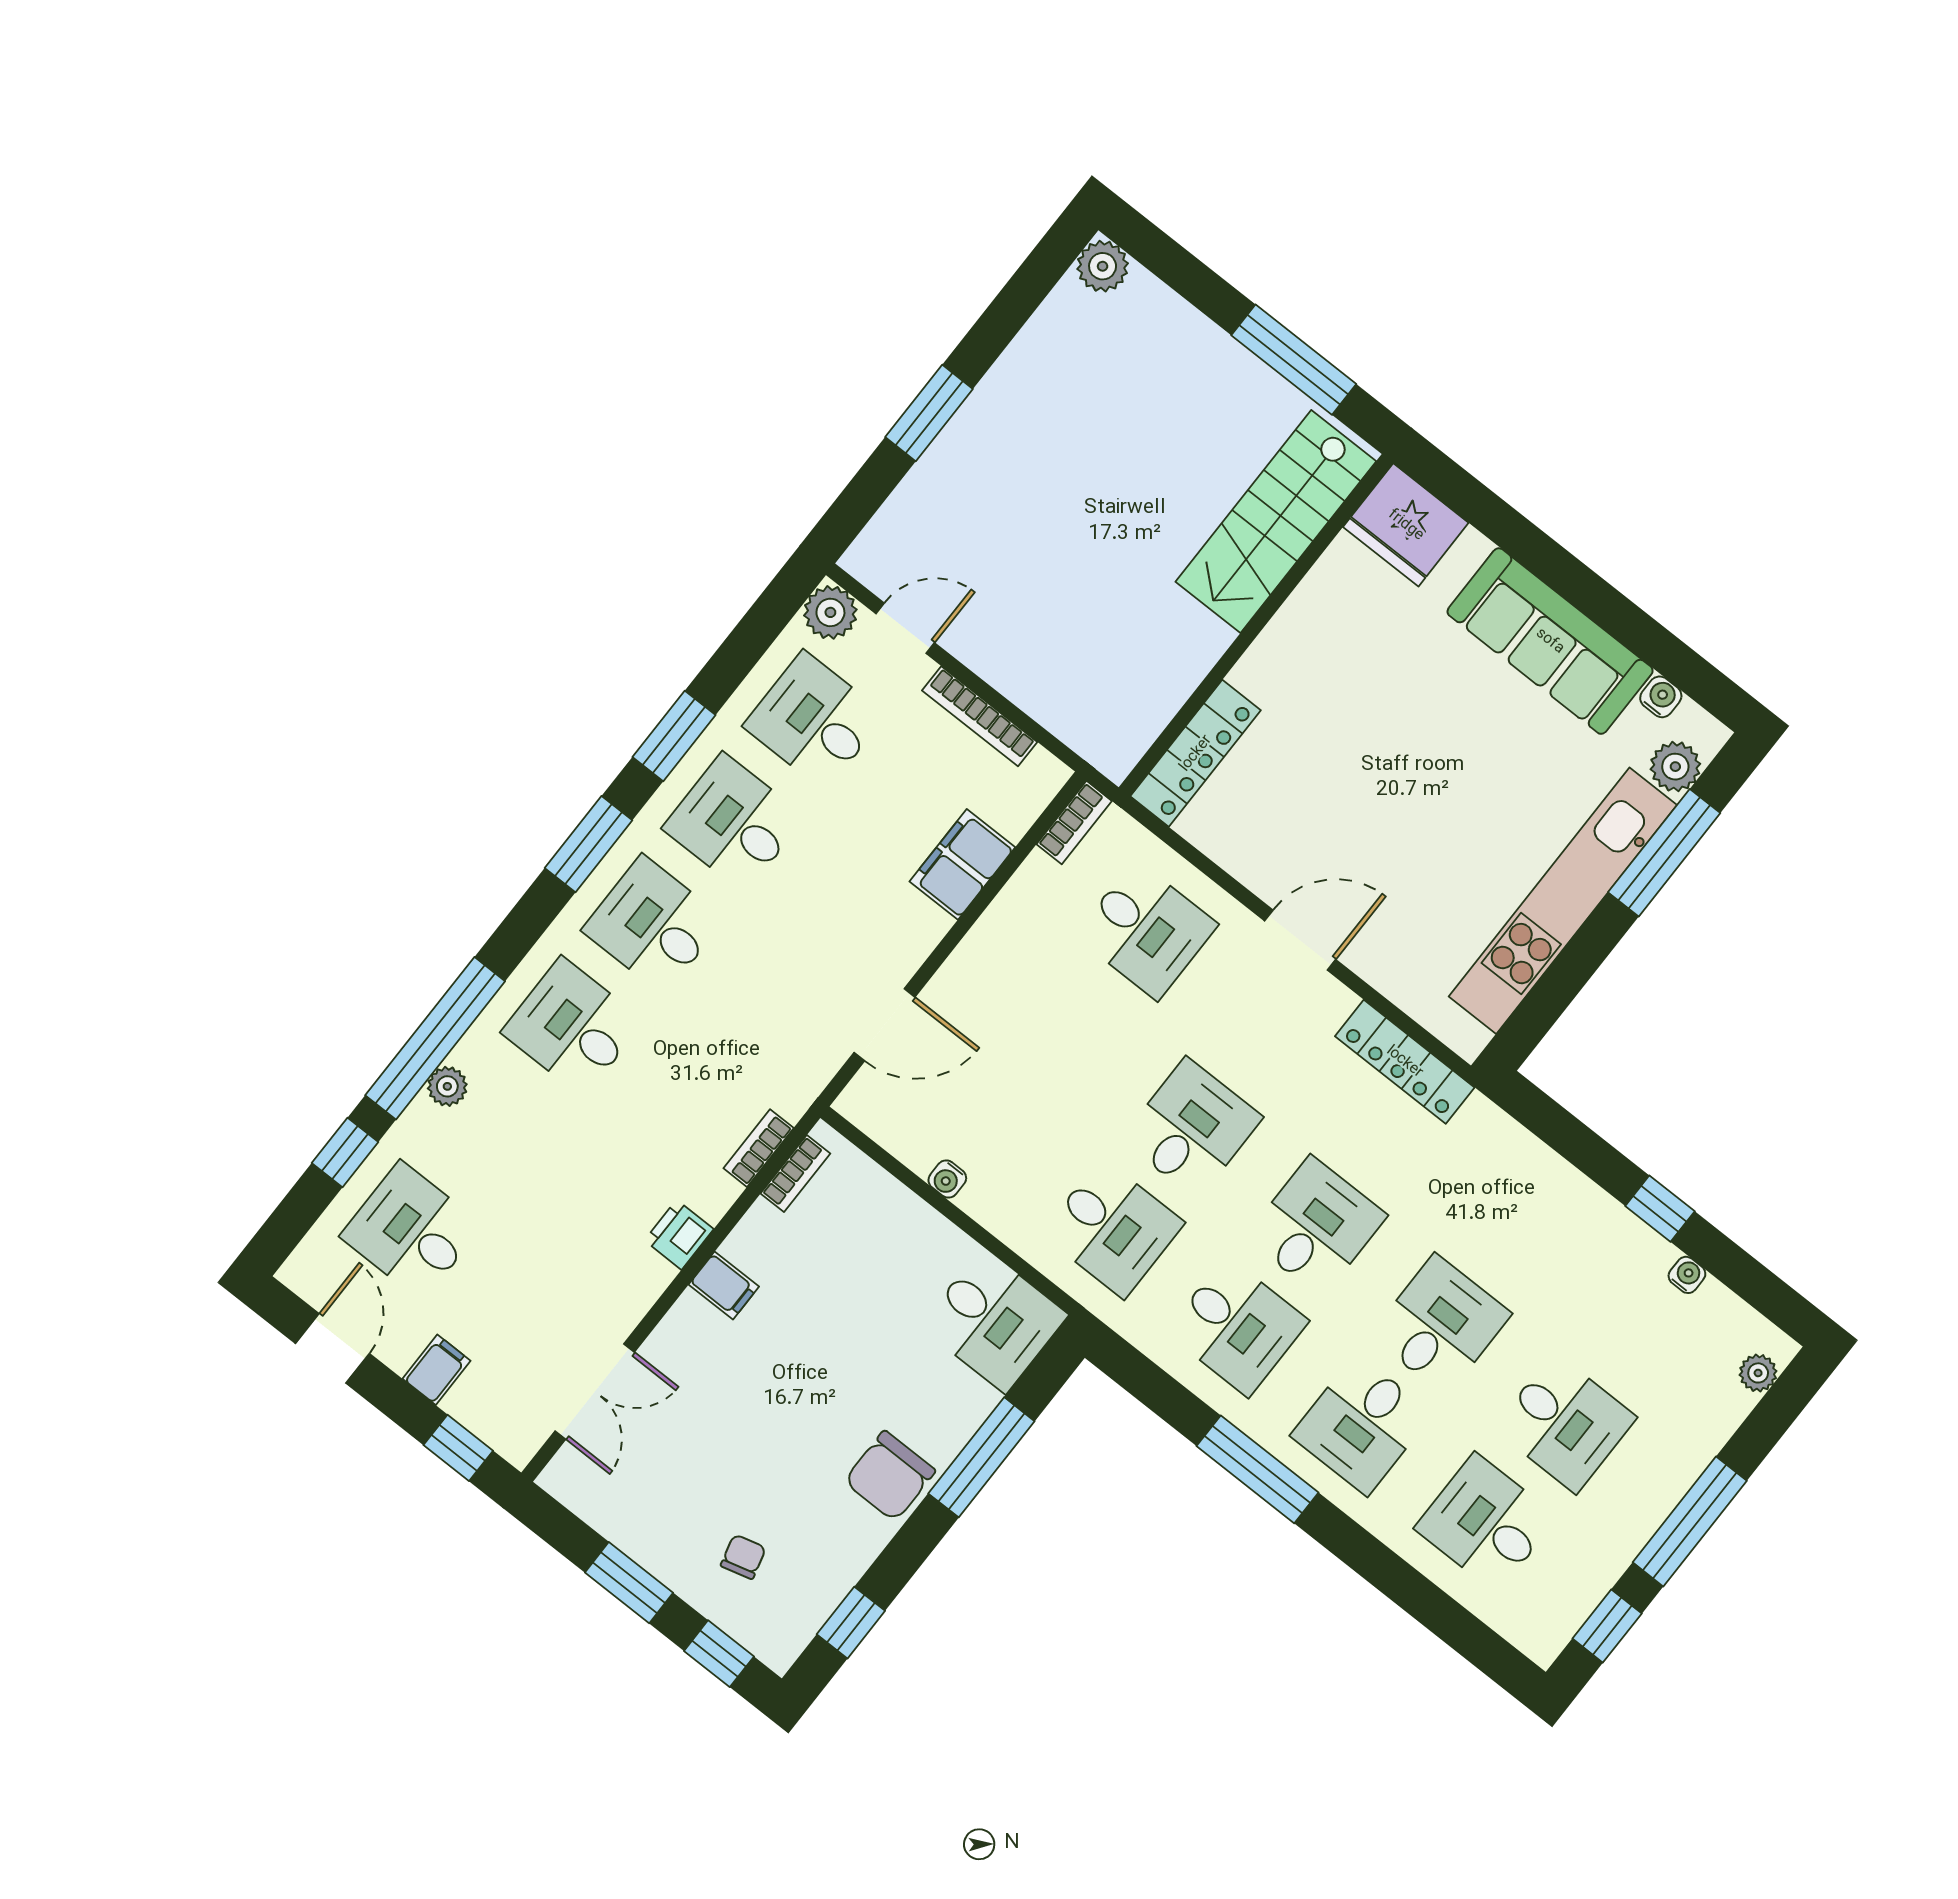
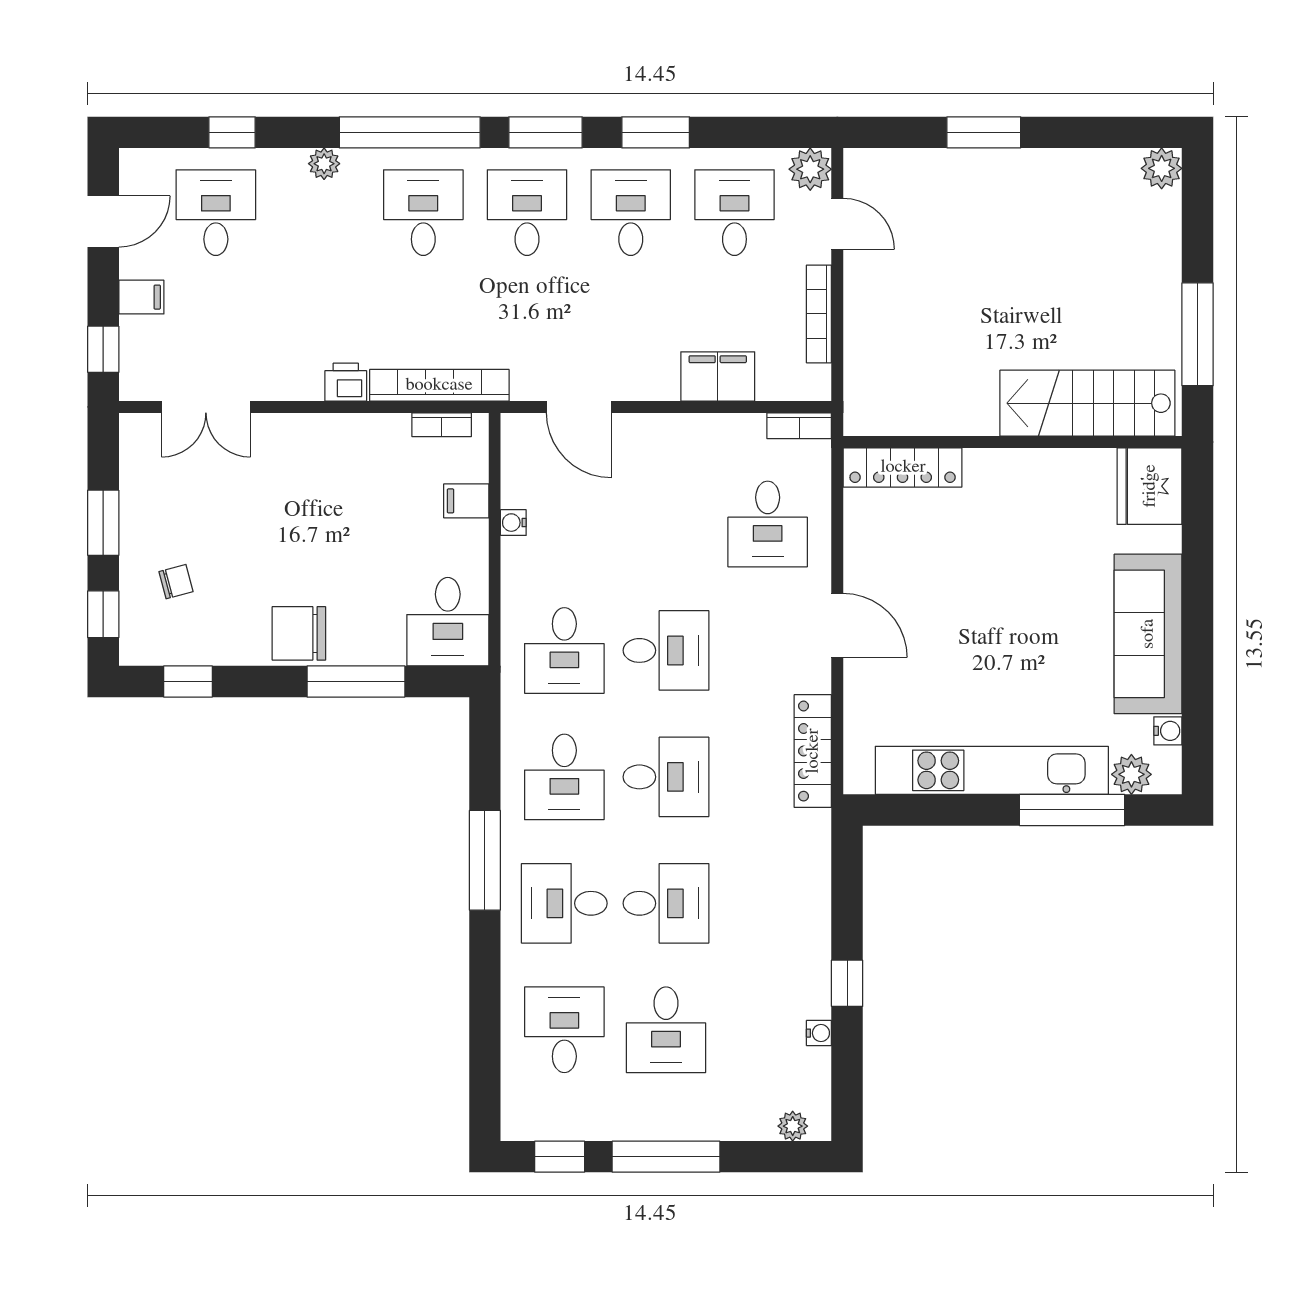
window: (435, 1038) -> (410, 132), moved
bookcase: (759, 1148) -> (439, 385), width x2.31, depth x1.31
filing cabinet: (724, 1286) -> (466, 501), moved, turned 90

